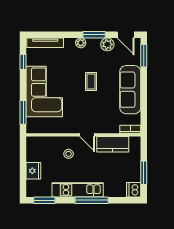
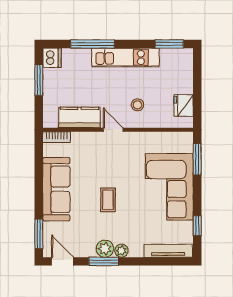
plant: (107, 44) -> (105, 249), moved
fridge: (33, 171) -> (184, 106), moved
window: (92, 200) -> (92, 44), moved

